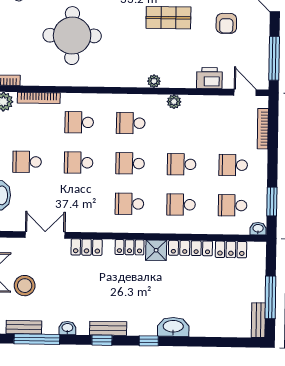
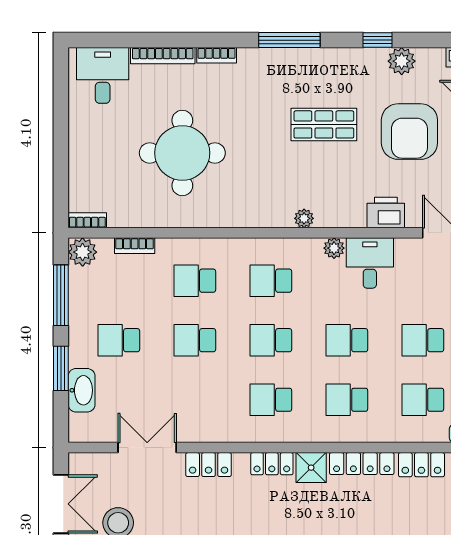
armchair: (226, 23) -> (409, 132), width x1.88, depth x1.88
bookcase: (39, 98) -> (135, 246), width x0.64
desk: (198, 112) -> (370, 263), added

